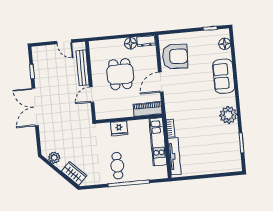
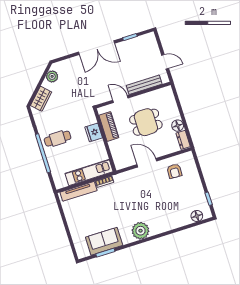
door: (64, 42) -> (165, 62), swing flipped
armchair: (175, 56) -> (174, 171), width x0.53, depth x0.53
sofa: (224, 76) -> (104, 241), moved
double door: (35, 107) -> (97, 48), swing flipped
piano: (148, 109) -> (109, 126), moved
plant: (228, 115) -> (140, 231), moved

